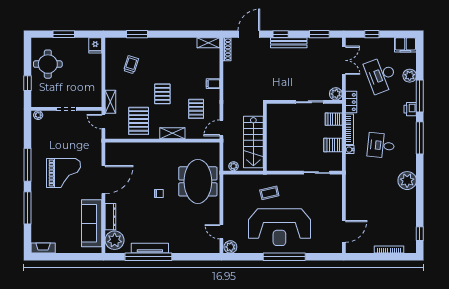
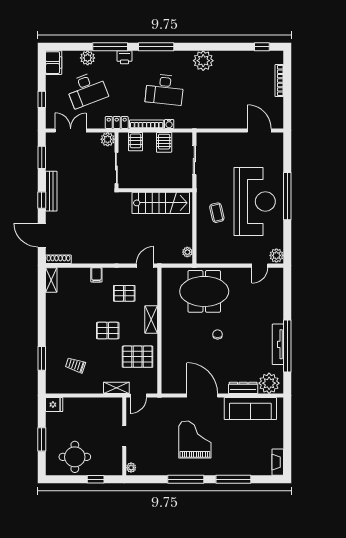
door: (221, 128) -> (145, 266), swing flipped
wall: (265, 137) -> (155, 190), moved
stairs: (253, 142) -> (161, 203), moved
desk: (381, 145) -> (165, 90), width x1.37

